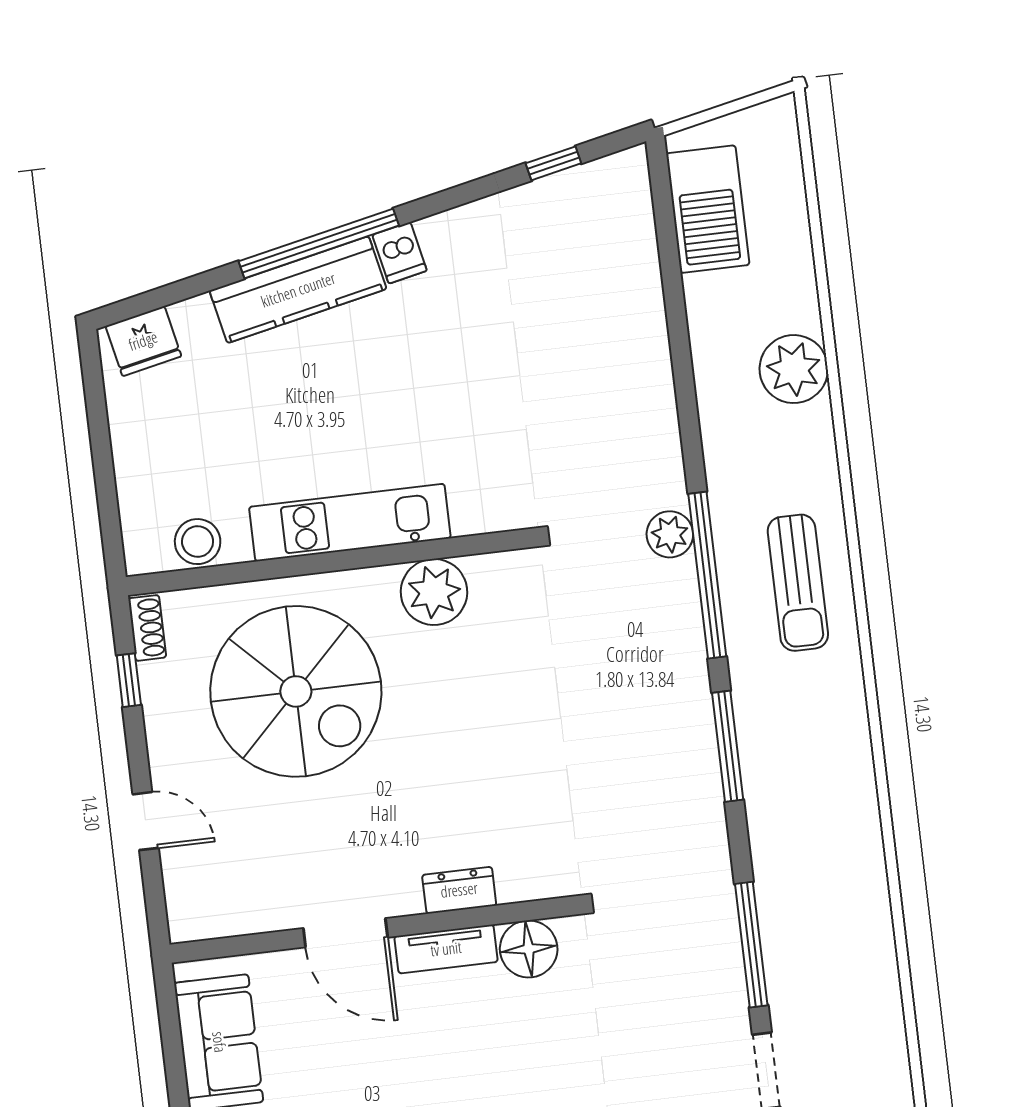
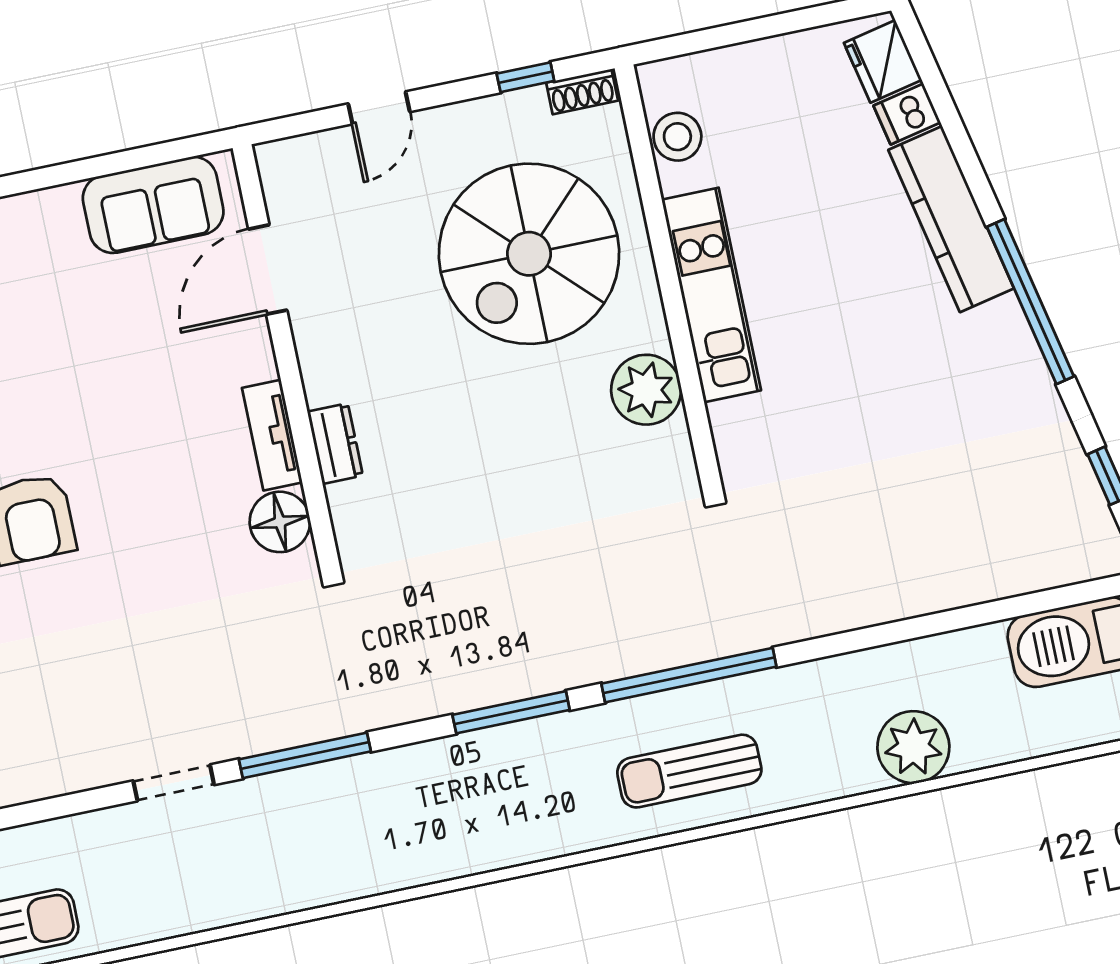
window: (319, 243) -> (1030, 302), moved
dishwasher: (400, 253) -> (907, 114), moved
plant: (670, 534) -> (728, 632), removed
door: (345, 933) -> (268, 270), moved

